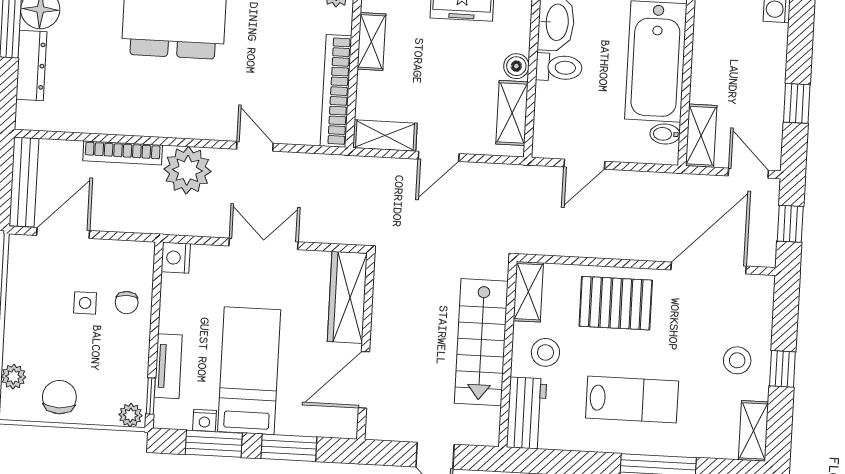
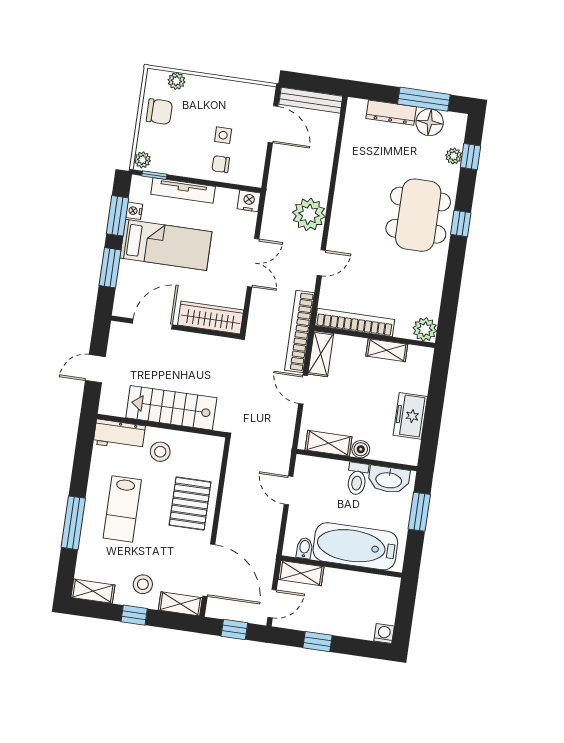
bookcase: (123, 153) -> (300, 331), moved, width x1.48, depth x1.31
shelving: (528, 292) -> (180, 604), moved
tv unit: (168, 366) -> (183, 190), width x1.41
door: (364, 380) -> (152, 324), hinge flipped

